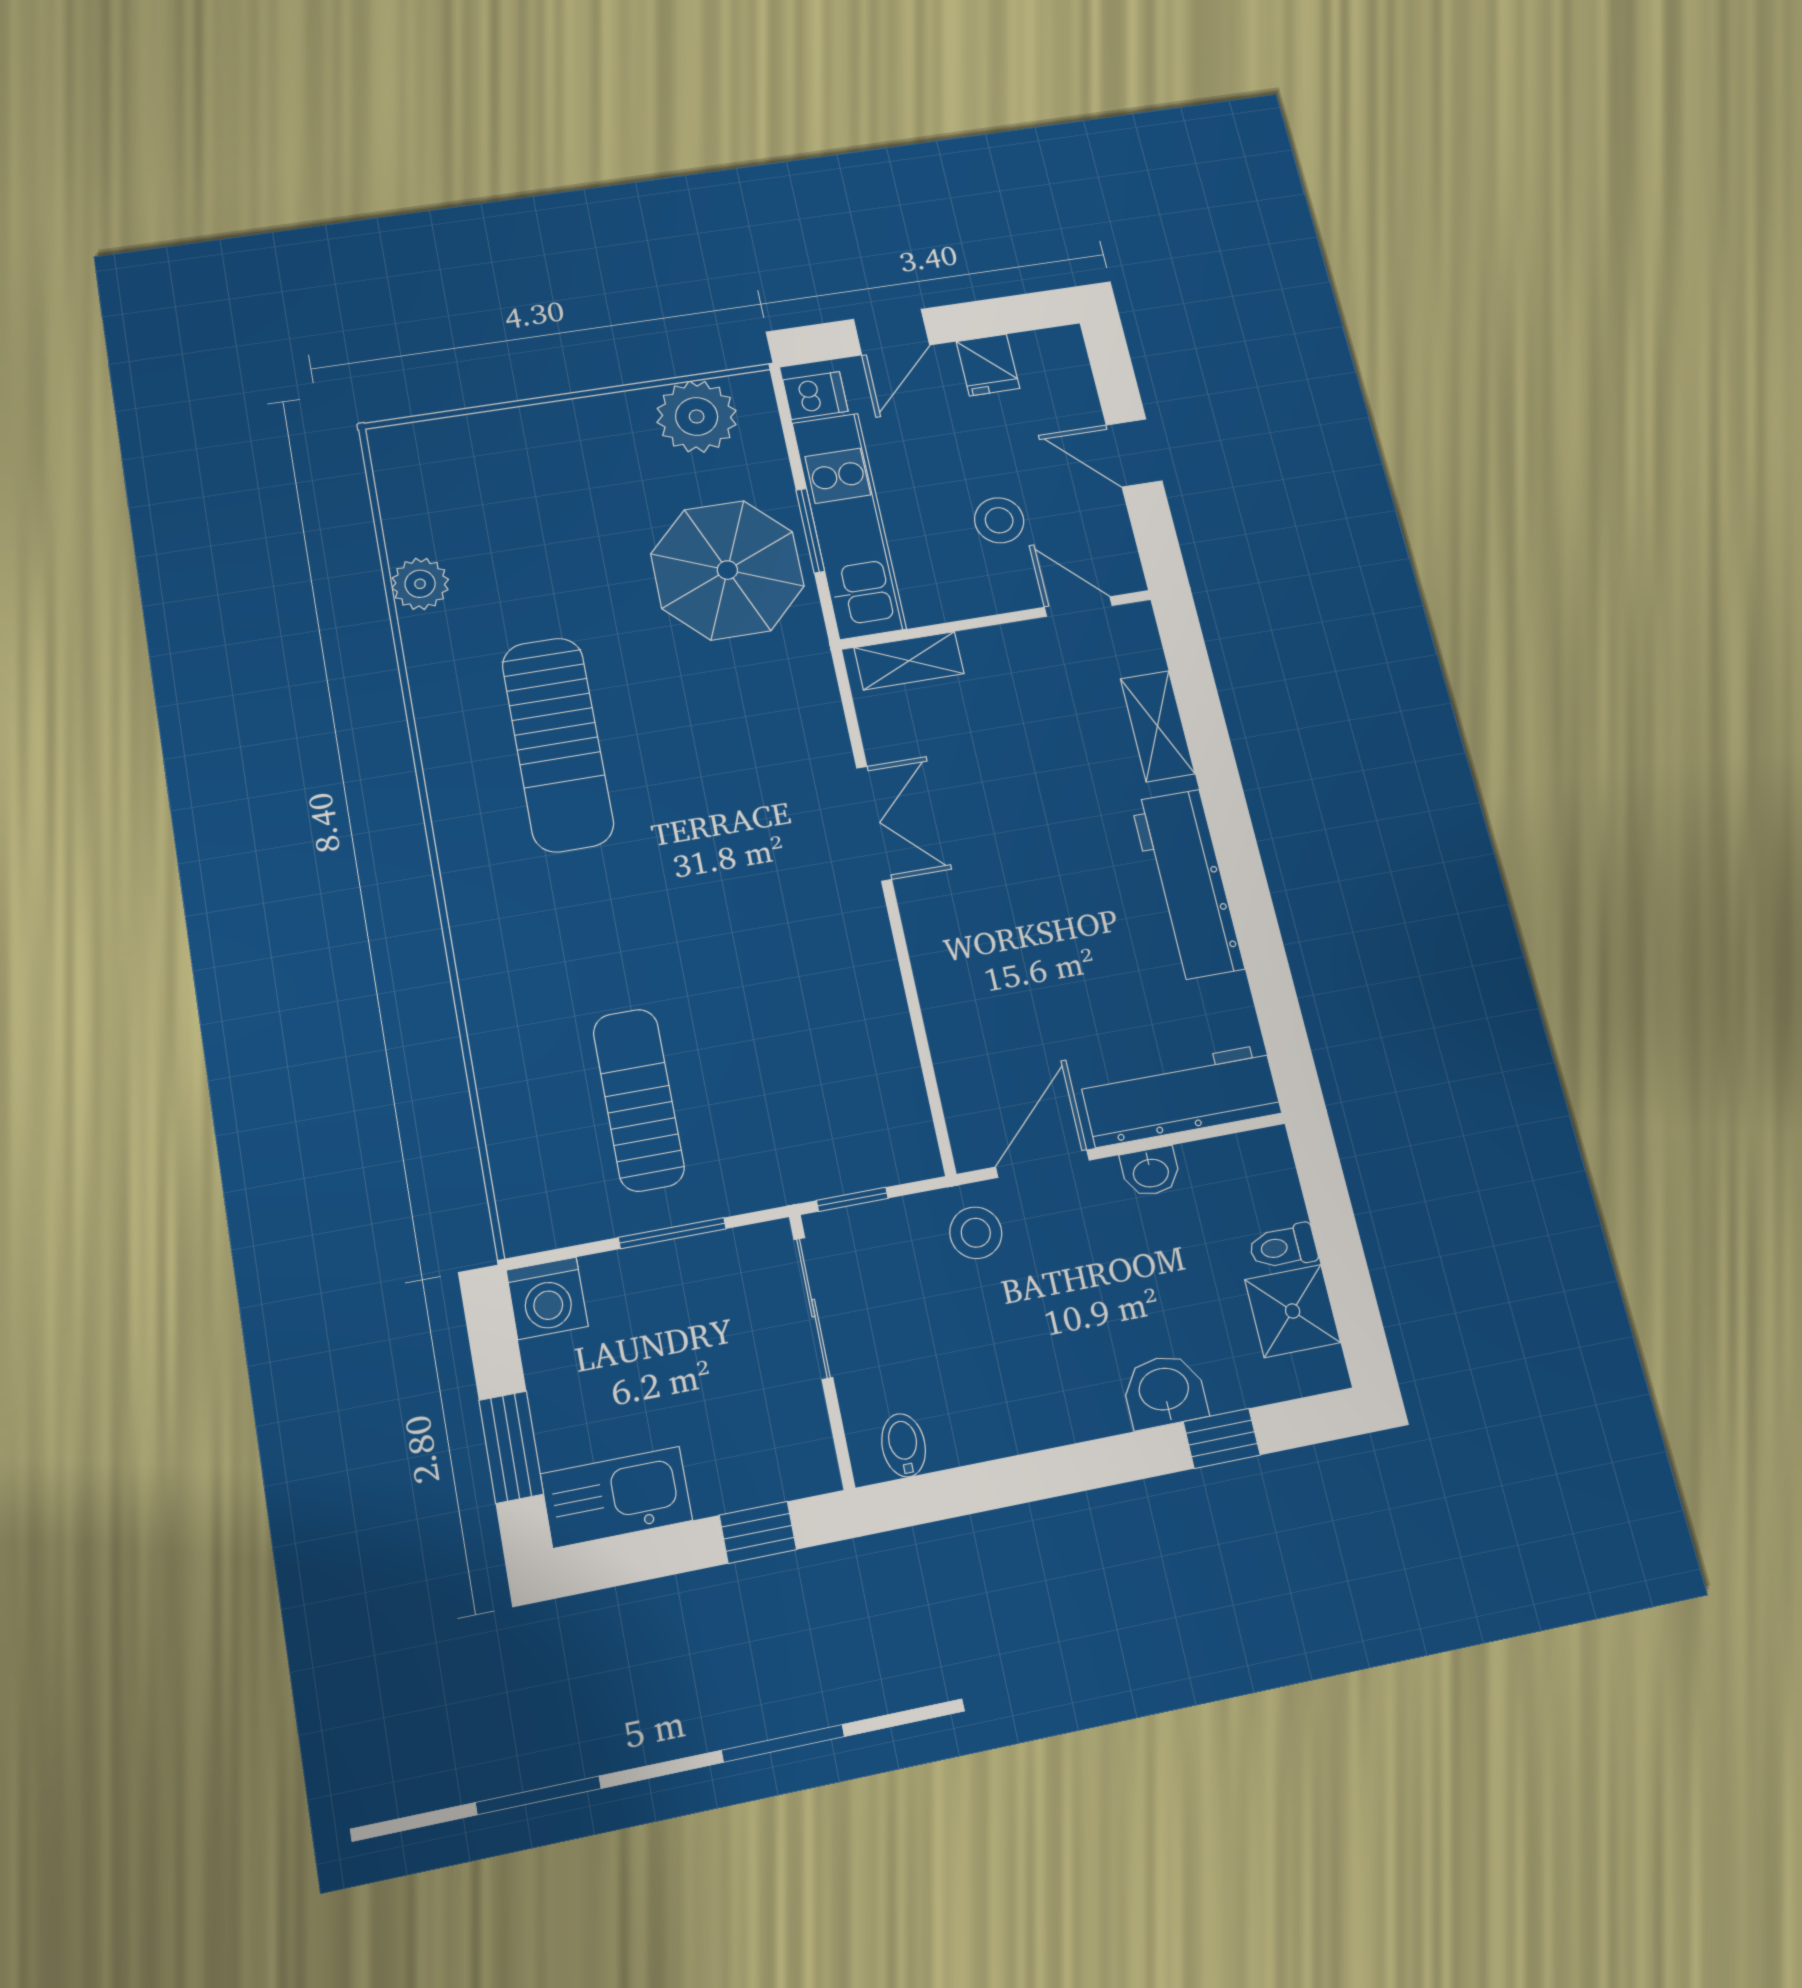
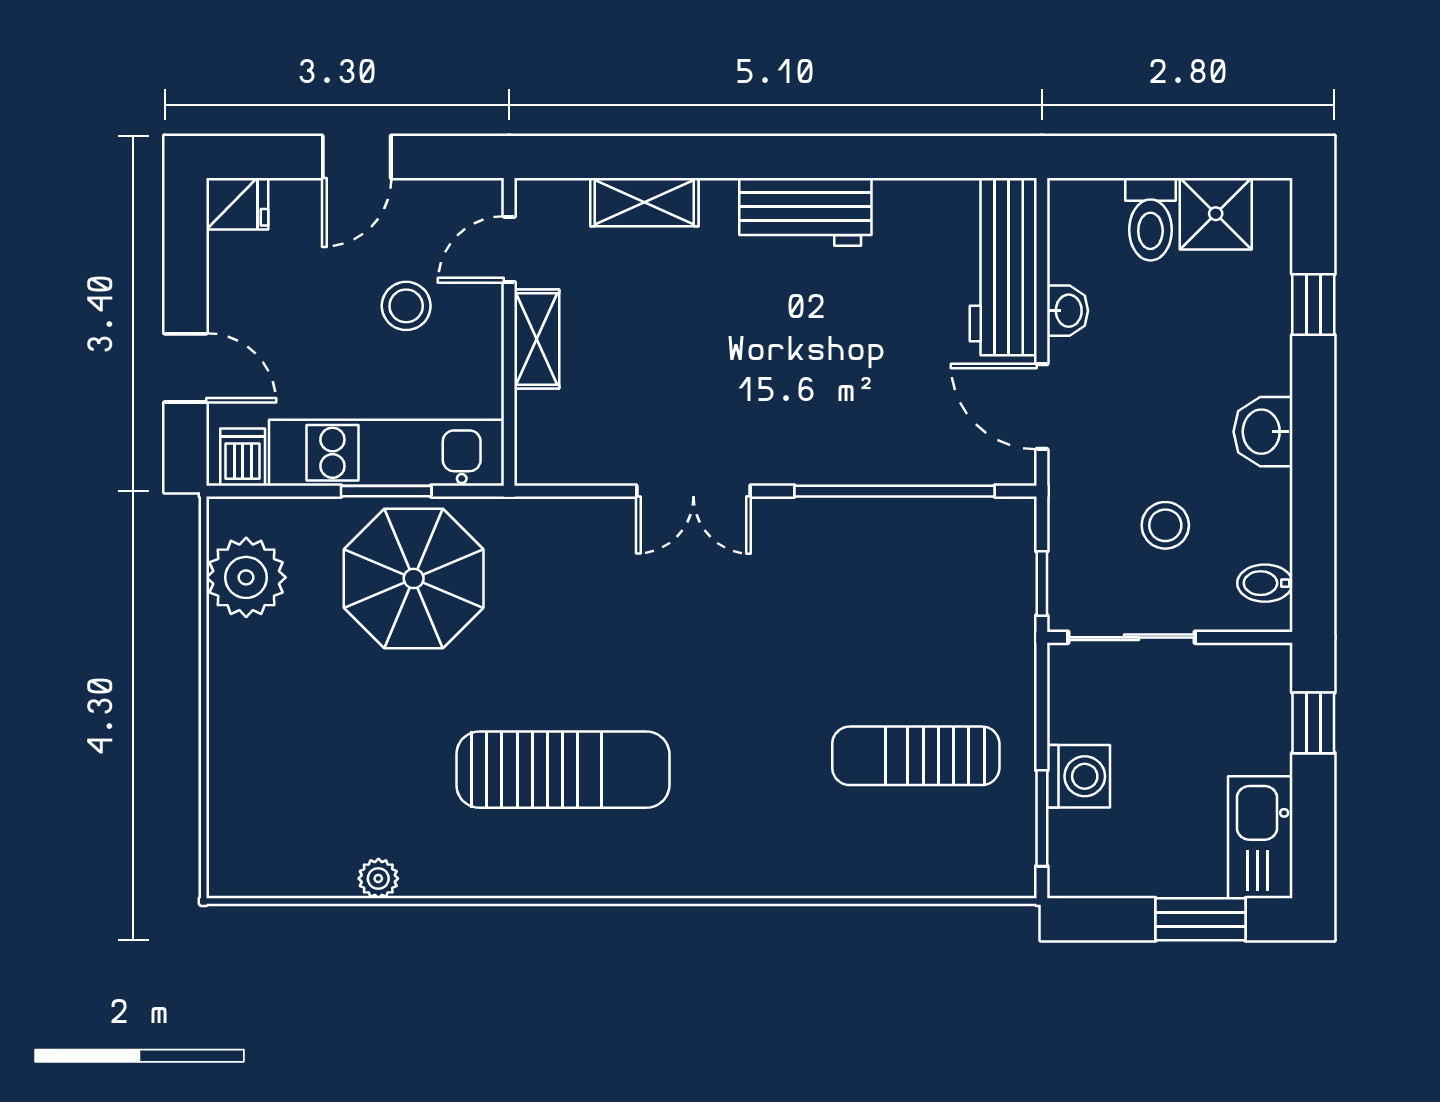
fridge: (988, 365) -> (237, 204), moved
plant: (420, 584) -> (378, 878), width x0.73, depth x0.73
shelving: (909, 661) -> (537, 339), moved
double door: (874, 823) -> (693, 491), swing flipped
workbench: (1187, 885) -> (805, 212), width x0.73
window: (918, 1026) -> (895, 491), added
window: (672, 1233) -> (1042, 818), moved
stool: (976, 1233) -> (1165, 525), moved
toilet: (1283, 1247) -> (1150, 219), width x1.37, depth x1.39
washing machine: (547, 1298) -> (1078, 776), moved
washbasin: (1164, 1391) -> (1263, 432), moved

